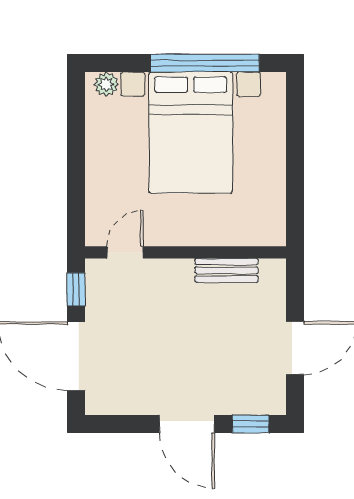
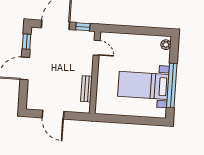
bed with nightstands: (191, 133) -> (143, 85), width x0.73
window: (251, 424) -> (27, 42), moved

